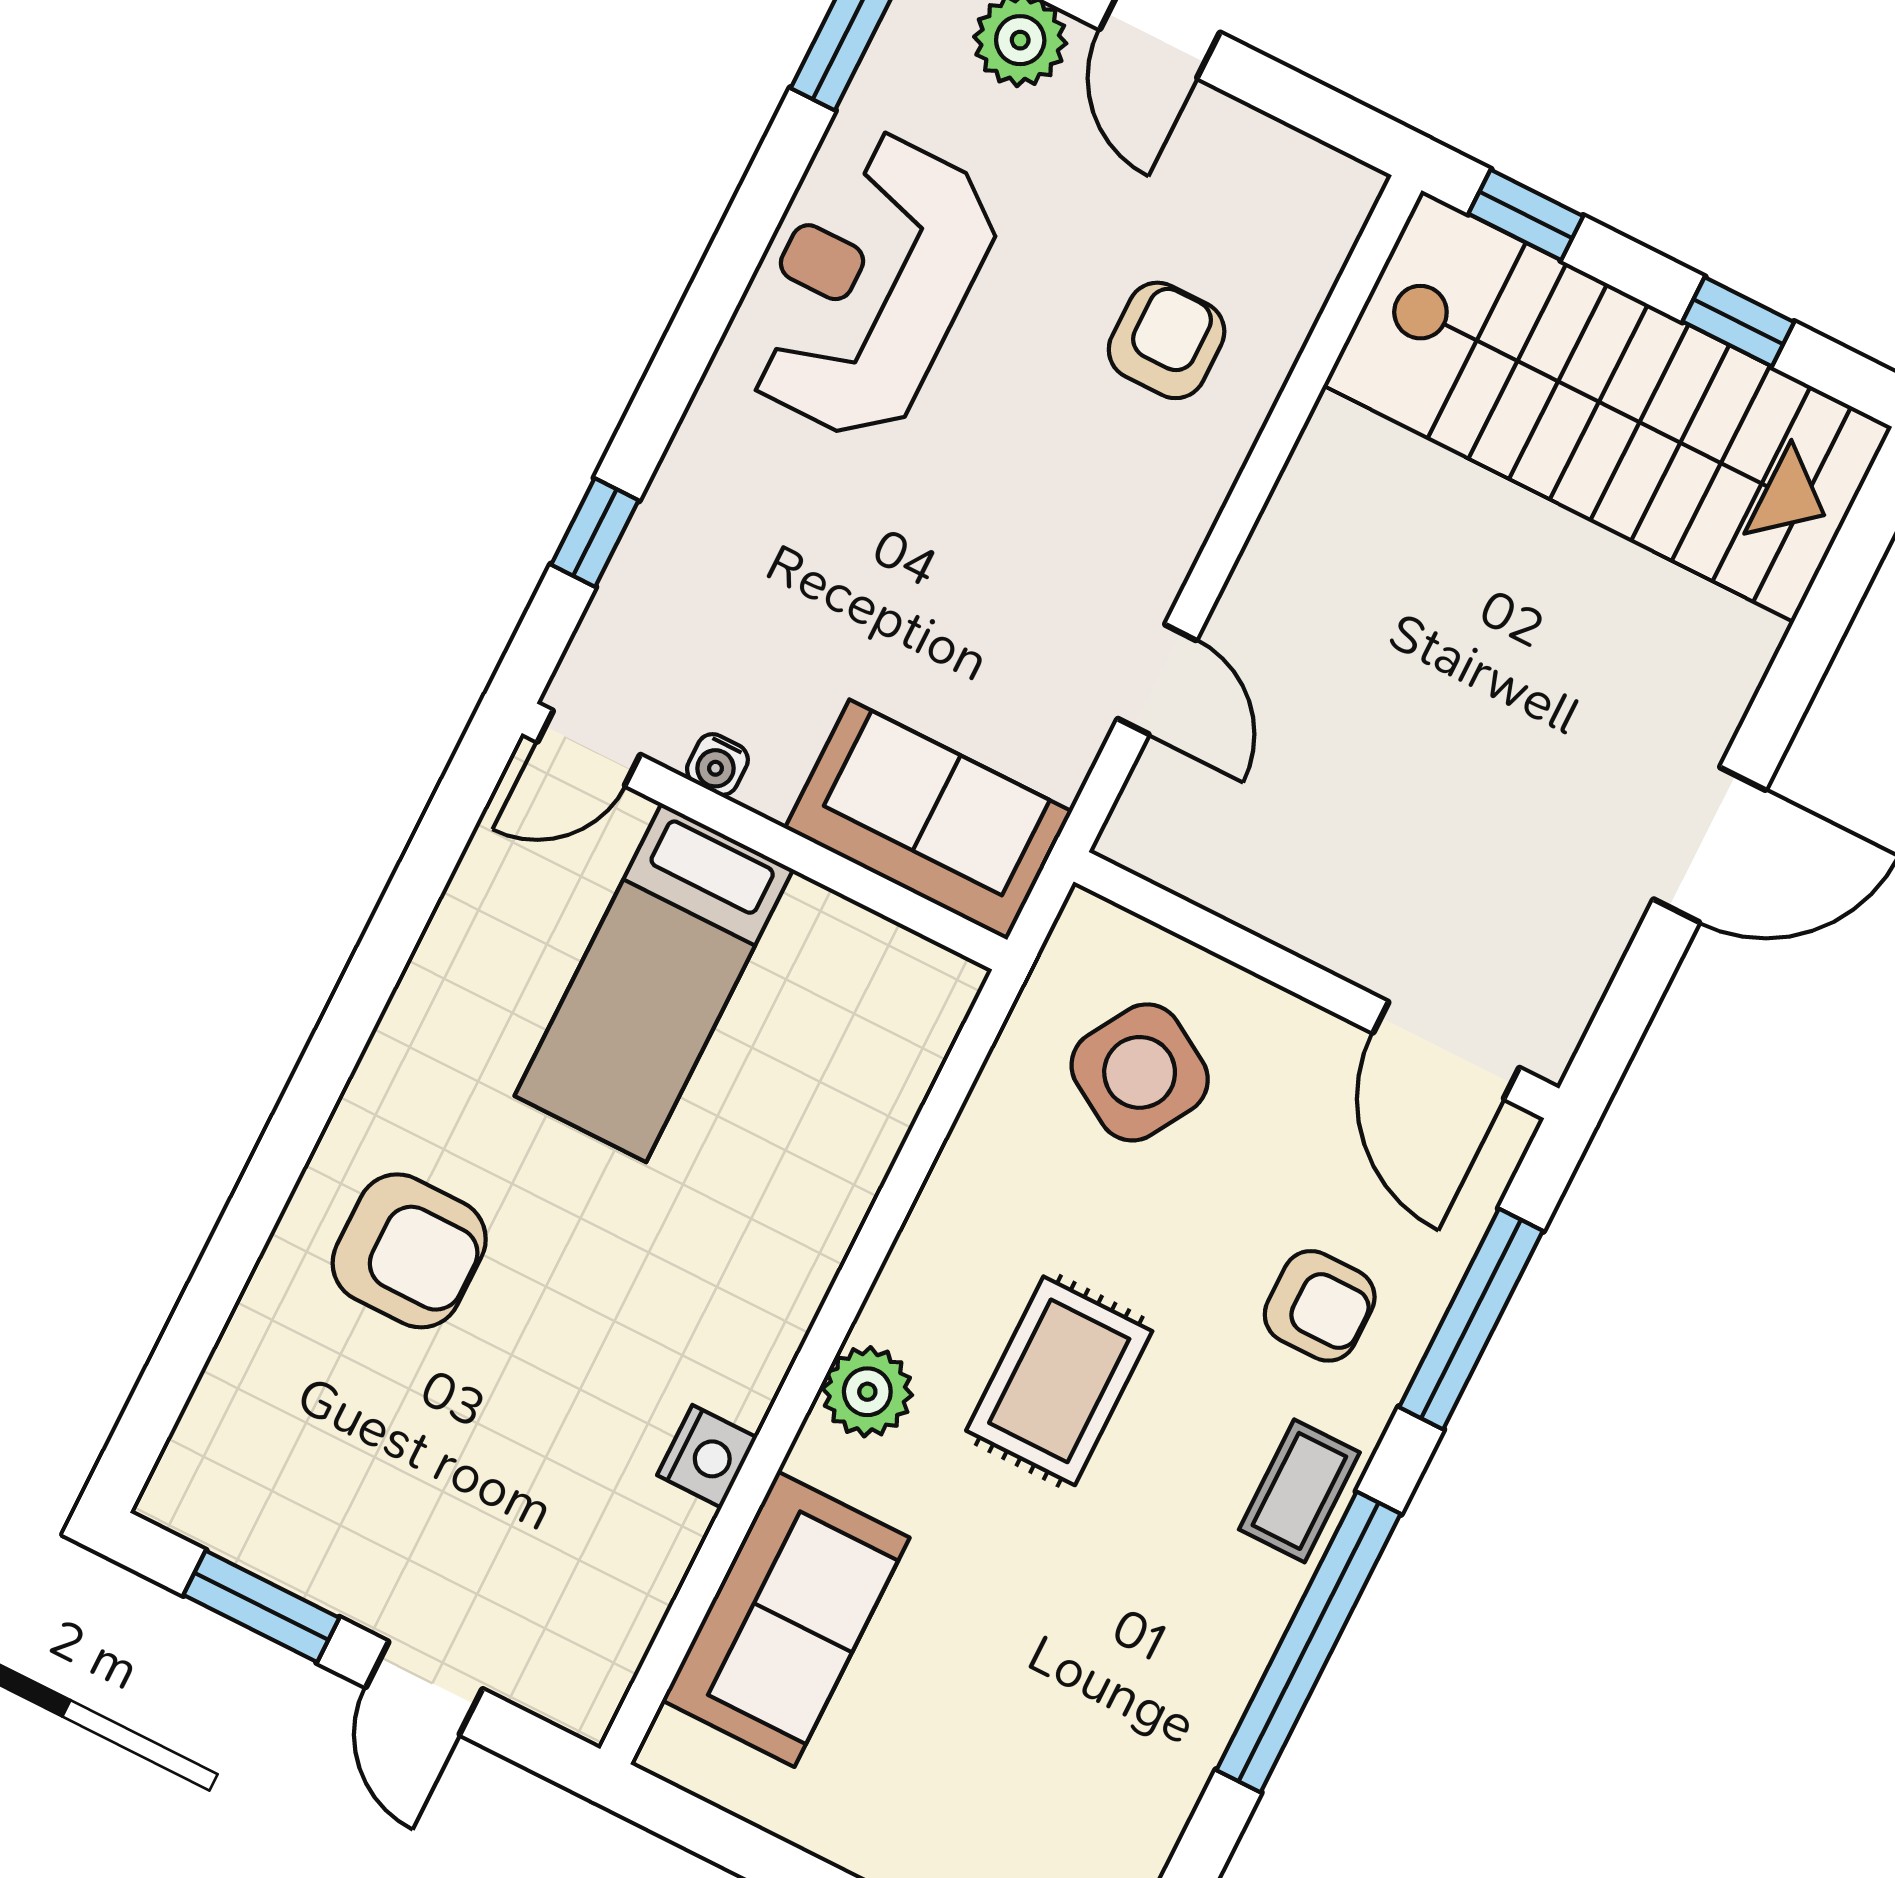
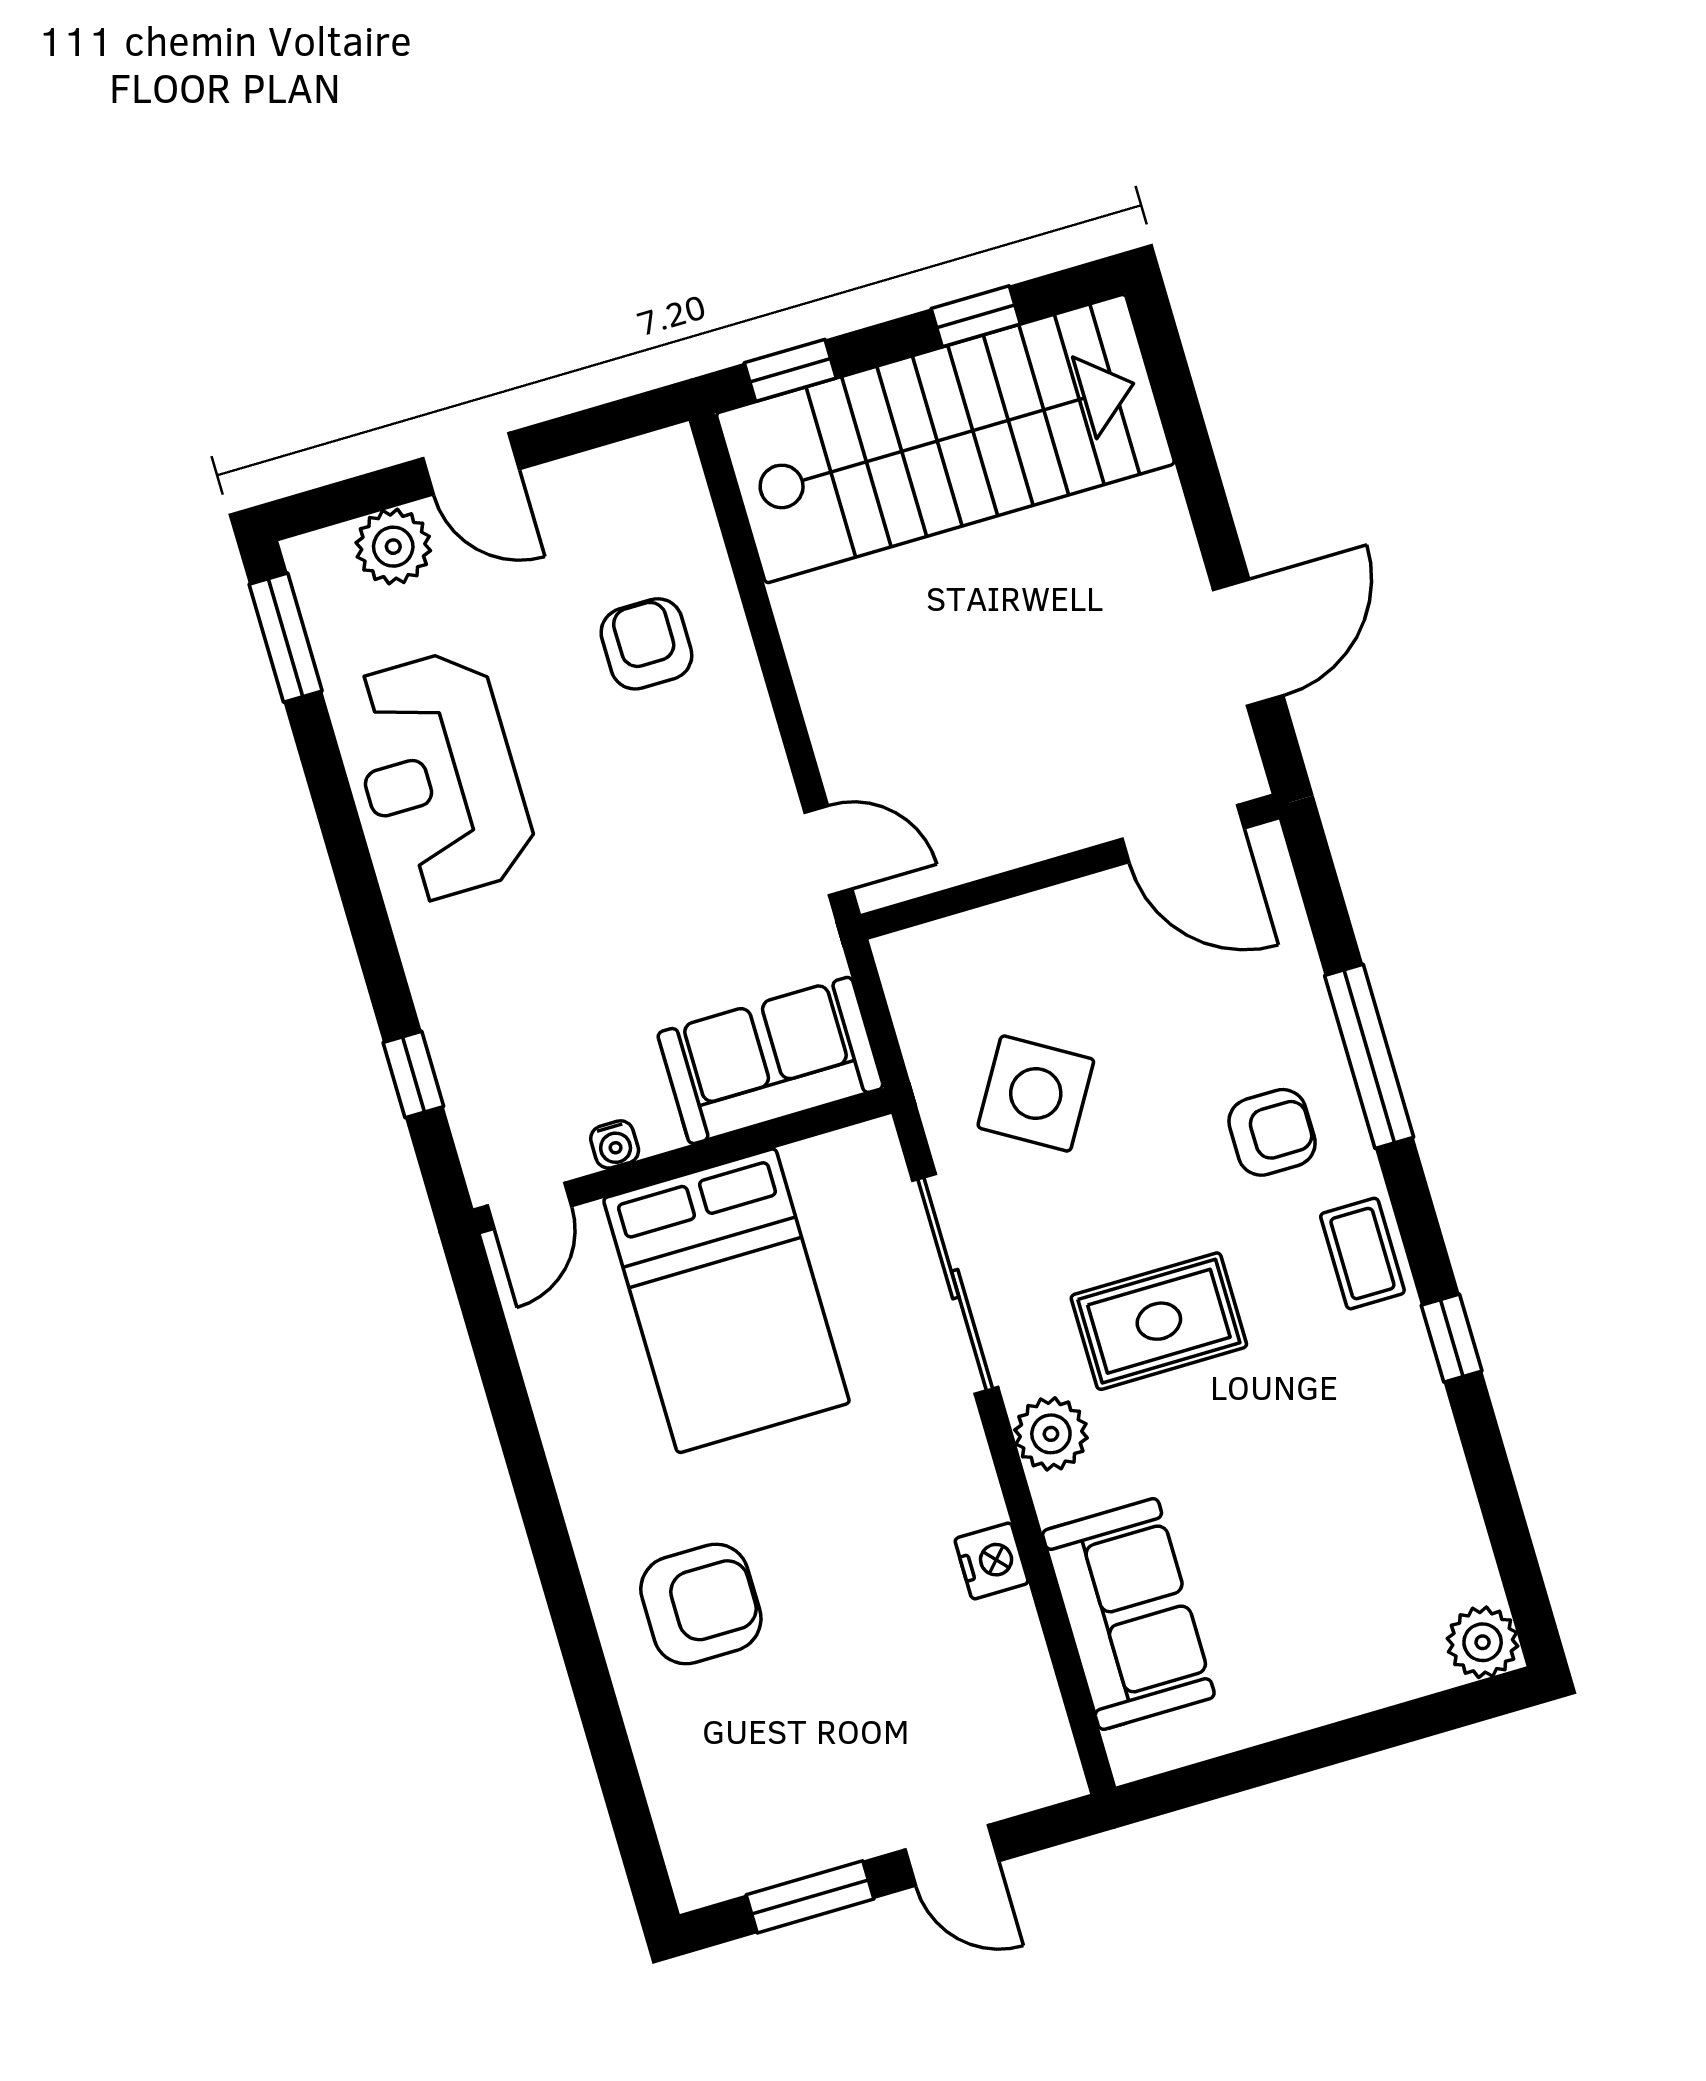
bed: (654, 983) -> (726, 1301), width x1.50
wall: (1316, 985) -> (1070, 867), moved
door: (1446, 1050) -> (1183, 834), moved
sliding door: (907, 1176) -> (955, 1284), added
rug: (1059, 1381) -> (1159, 1321), turned 90
window: (1309, 1642) -> (1452, 1338), width x0.32

